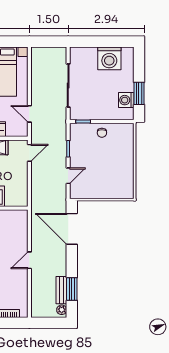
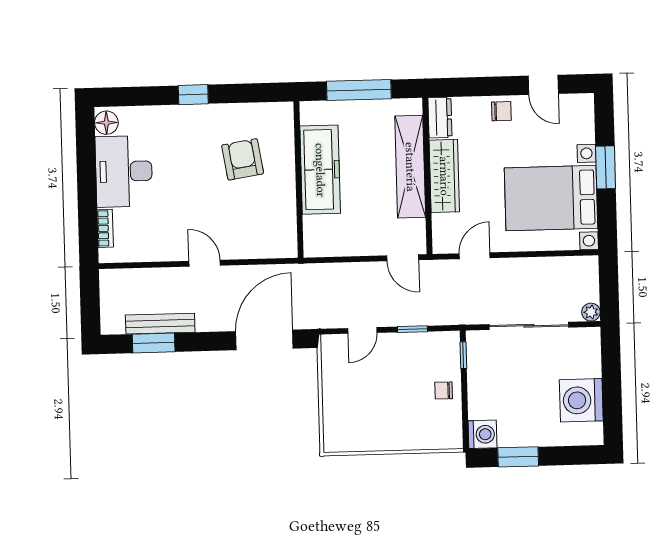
washing machine: (126, 100) -> (482, 434), moved, turned 90
door: (68, 176) -> (362, 330), hinge flipped
bench: (61, 290) -> (160, 324), width x1.36
plant: (62, 310) -> (591, 312), moved

